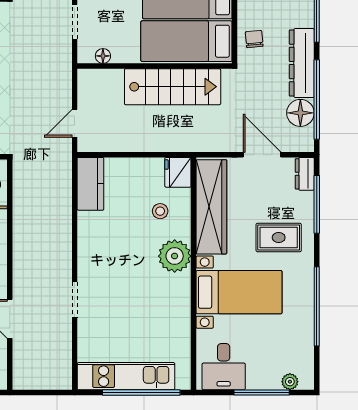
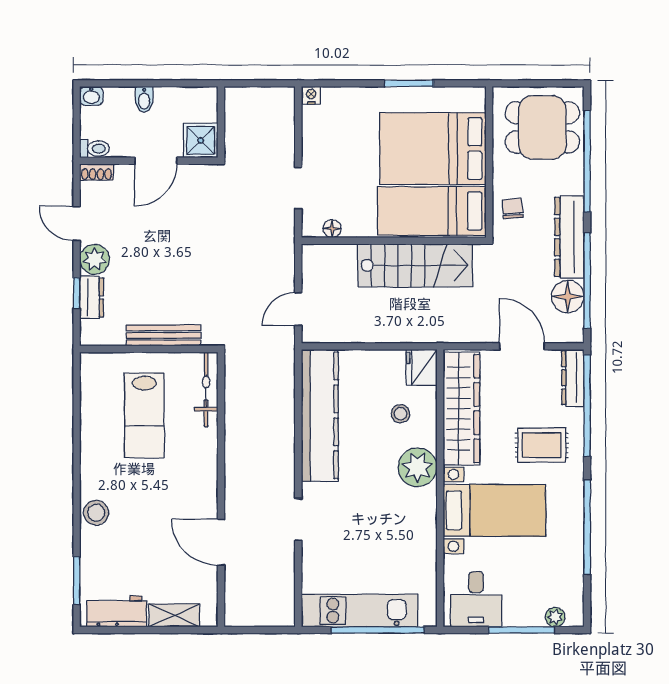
dresser: (305, 174) -> (573, 378), width x1.44
kitchen counter: (90, 184) -> (320, 415), width x2.08, depth x1.17
window: (317, 204) -> (587, 406), width x1.46

